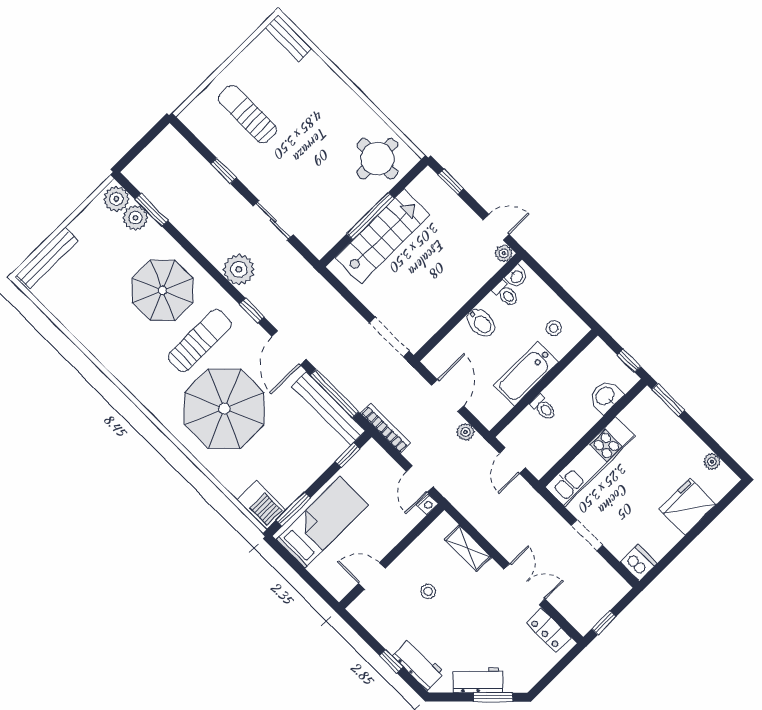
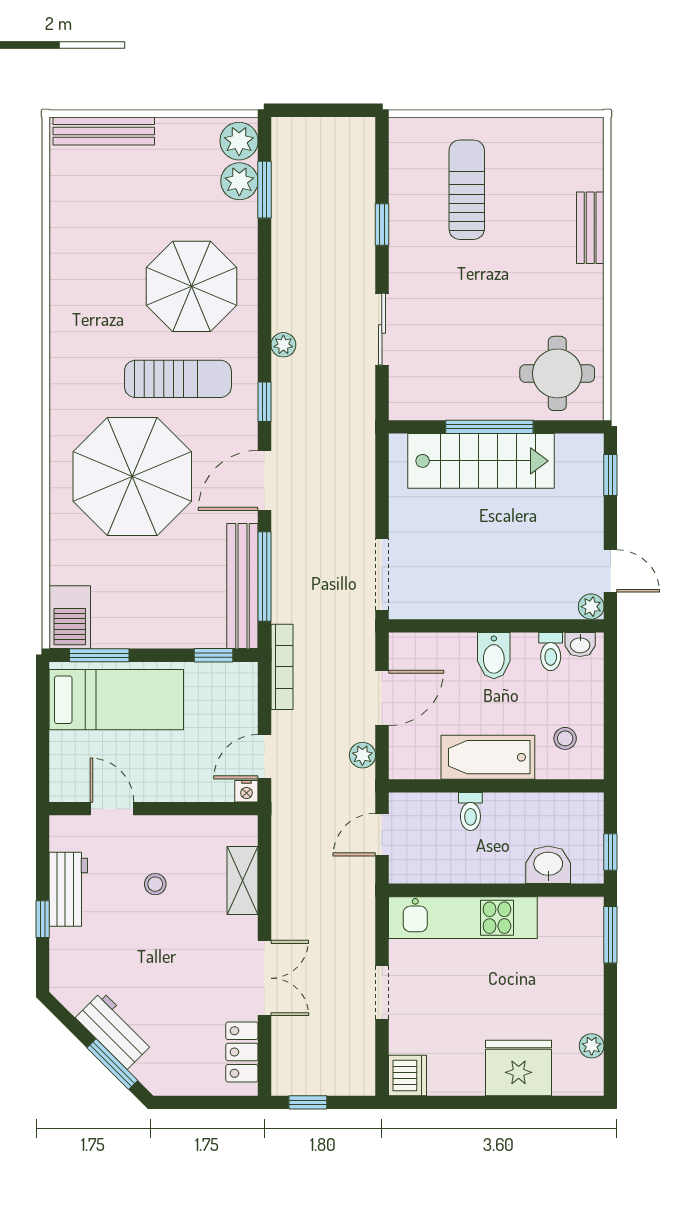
bench: (289, 38) -> (590, 228), moved
plant: (239, 269) -> (283, 345), width x0.53, depth x0.53
workbench: (418, 664) -> (68, 889), moved

